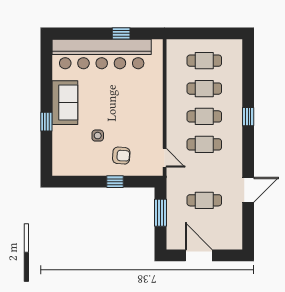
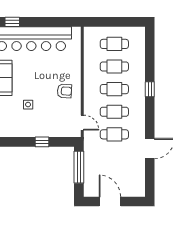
window: (121, 33) -> (12, 22), moved
armchair: (121, 156) -> (64, 91), moved
cafe table: (204, 200) -> (114, 134), moved
window: (161, 213) -> (79, 167), width x1.44

